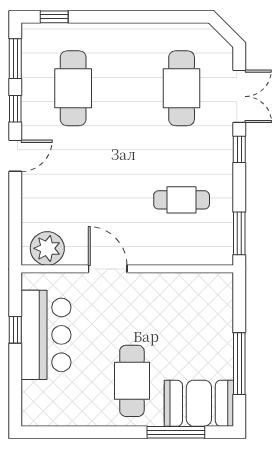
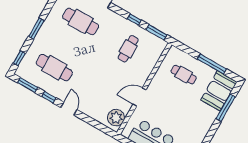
window: (124, 17) -> (36, 29), added
window: (239, 149) -> (134, 20), moved
cafe table: (132, 381) -> (184, 75), moved, width x0.73, depth x0.74

